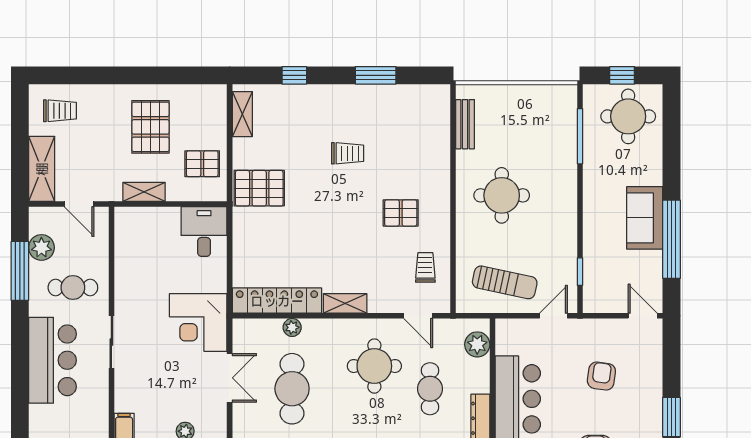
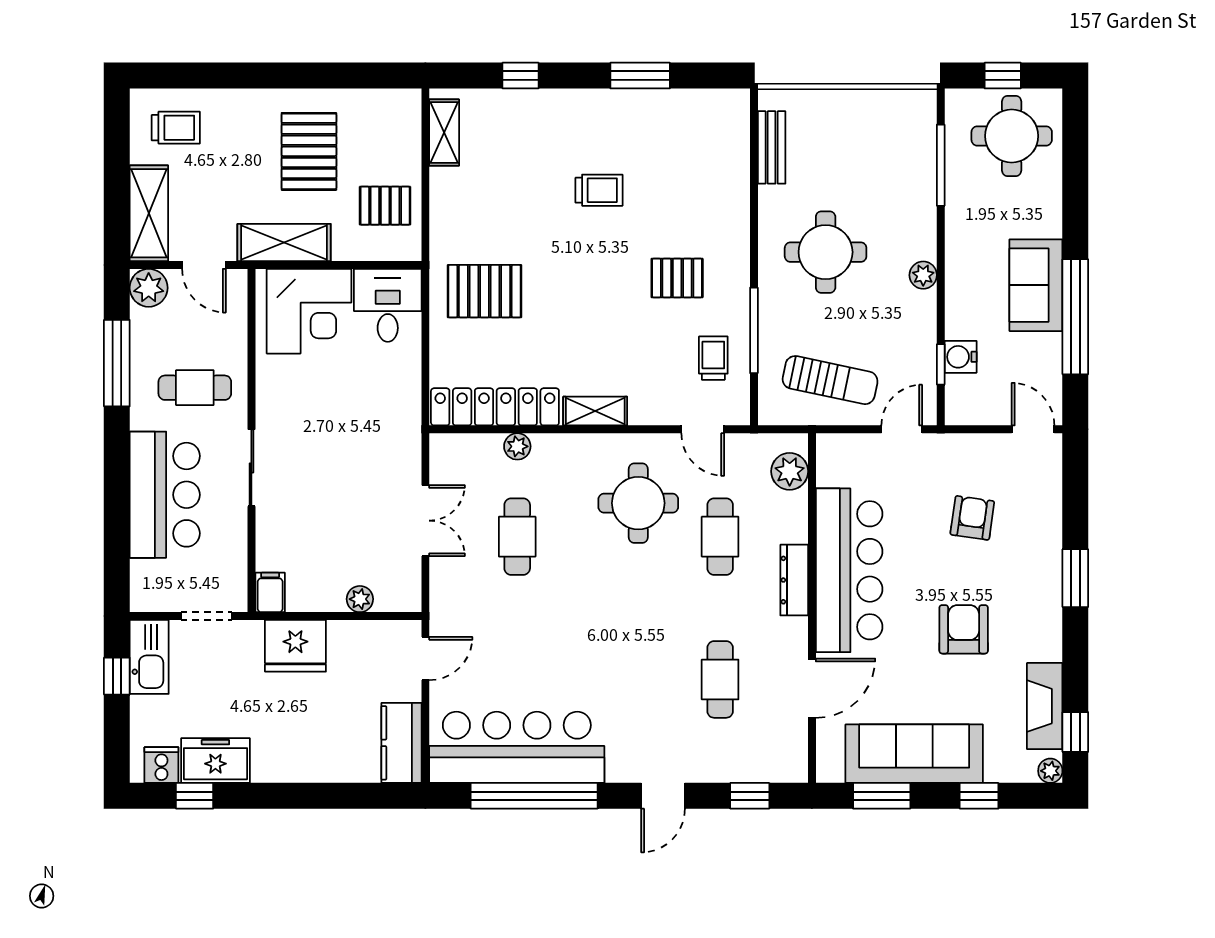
pallet: (259, 188) -> (485, 291), moved
shelving: (144, 192) -> (284, 243), width x1.50, depth x1.33
plant: (568, 211) -> (923, 275), added
plant: (41, 247) -> (149, 288), moved
window: (453, 249) -> (754, 330), added
water cooler: (593, 267) -> (961, 357), added
corner desk: (198, 323) -> (309, 311), moved, turned -90
cafe table: (292, 389) -> (517, 537), width x0.73, depth x0.74

